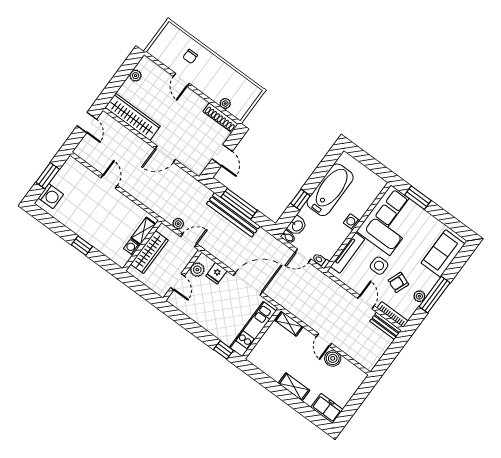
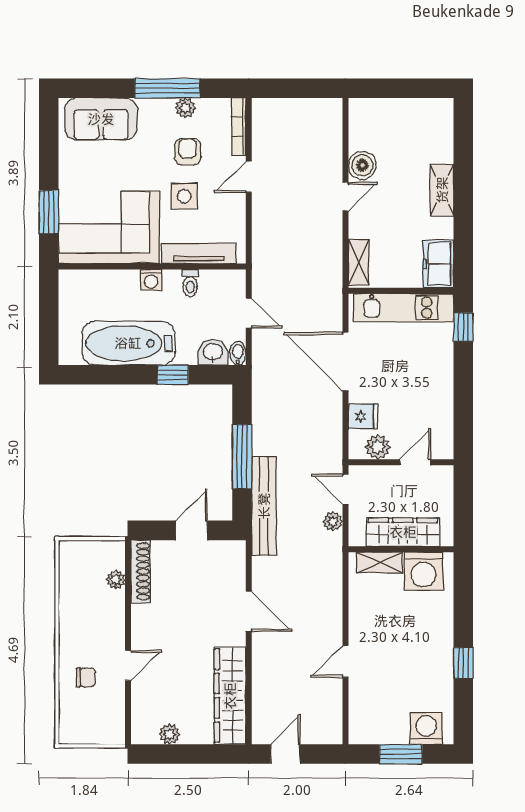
bench: (233, 215) -> (264, 506), moved
window: (82, 246) -> (463, 663), moved
washing machine: (131, 247) -> (424, 571), width x1.89, depth x1.89
toilet: (321, 261) -> (190, 283), moved
armchair: (398, 282) -> (188, 152), turned -111
bench: (385, 326) -> (262, 125), removed
freezer: (327, 408) -> (438, 264), moved

